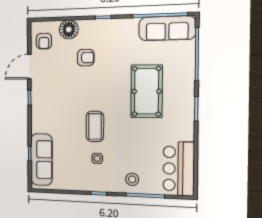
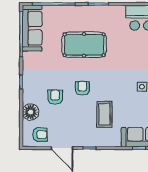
armchair: (96, 89) -> (82, 88), added
coffee table: (95, 126) -> (105, 114), moved, turned 90

